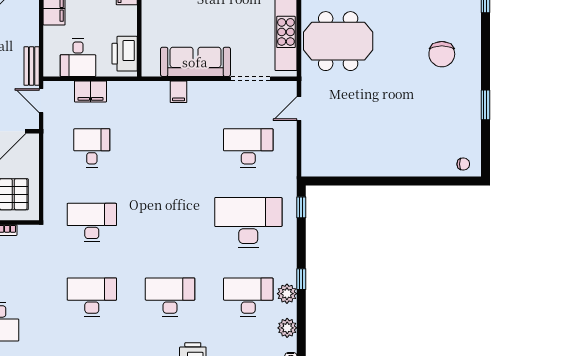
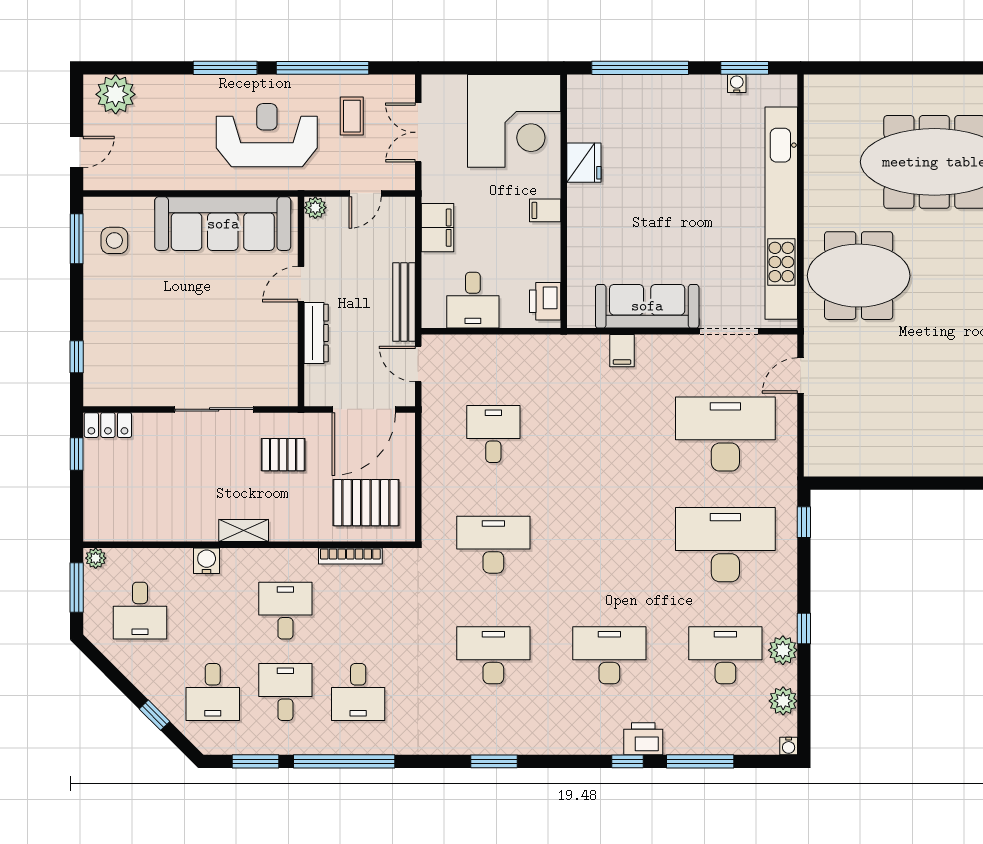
printer: (125, 54) -> (545, 301), width x0.73, depth x0.84
bench: (32, 66) -> (404, 302), width x1.36
filing cabinet: (90, 91) -> (491, 350), removed
desk: (248, 148) -> (725, 434), width x1.36, depth x1.30

